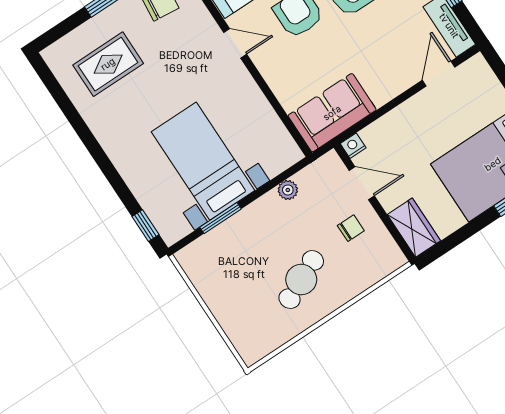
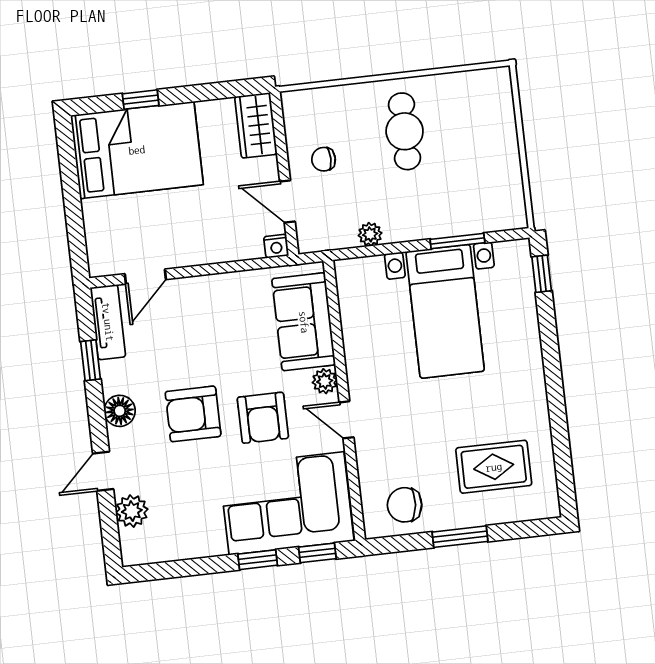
plant: (266, 64) -> (325, 381), added
sofa: (332, 113) -> (304, 322), moved, turned 90
cafe table: (301, 280) -> (405, 131), turned -65

